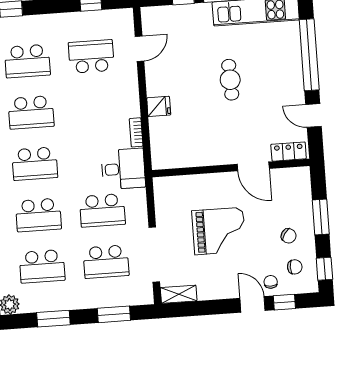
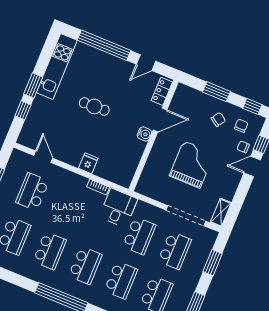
water cooler: (227, 156) -> (144, 134), added

